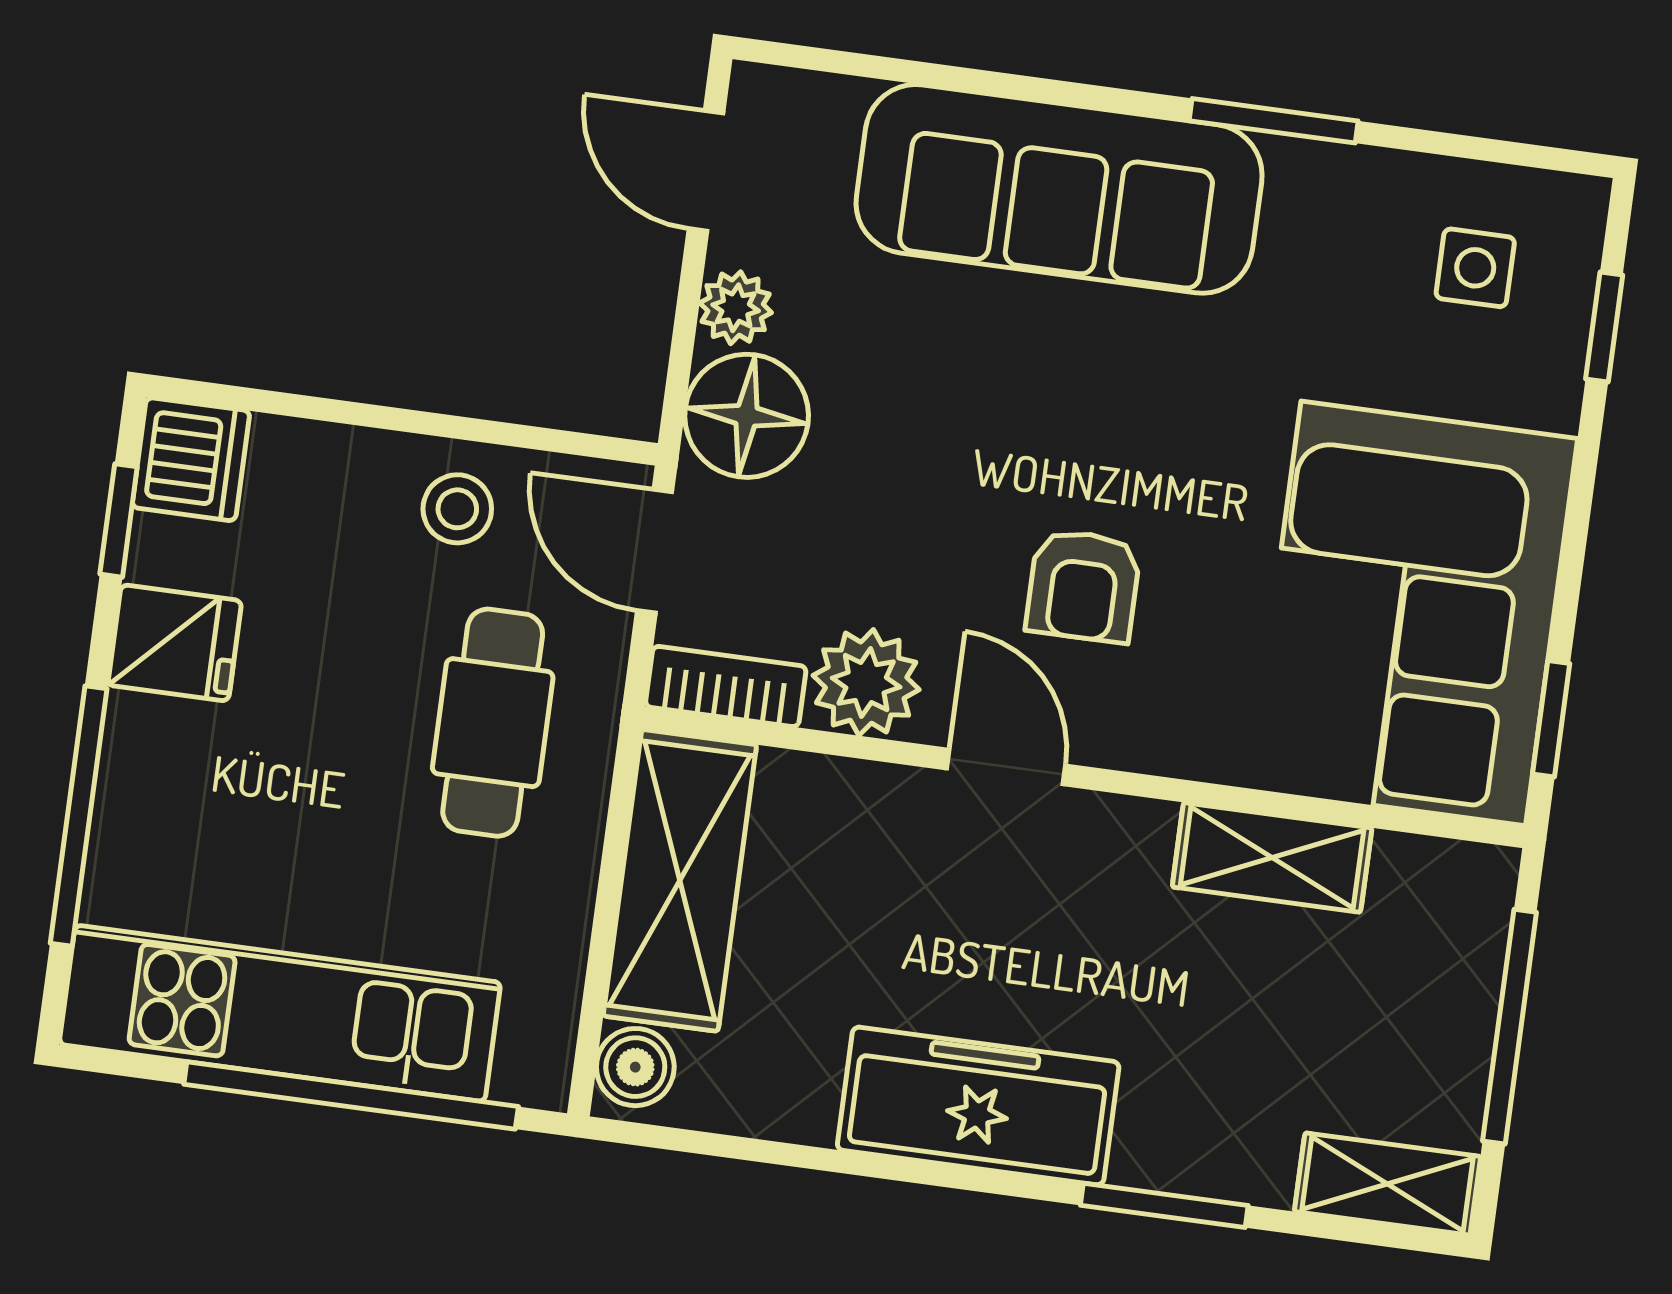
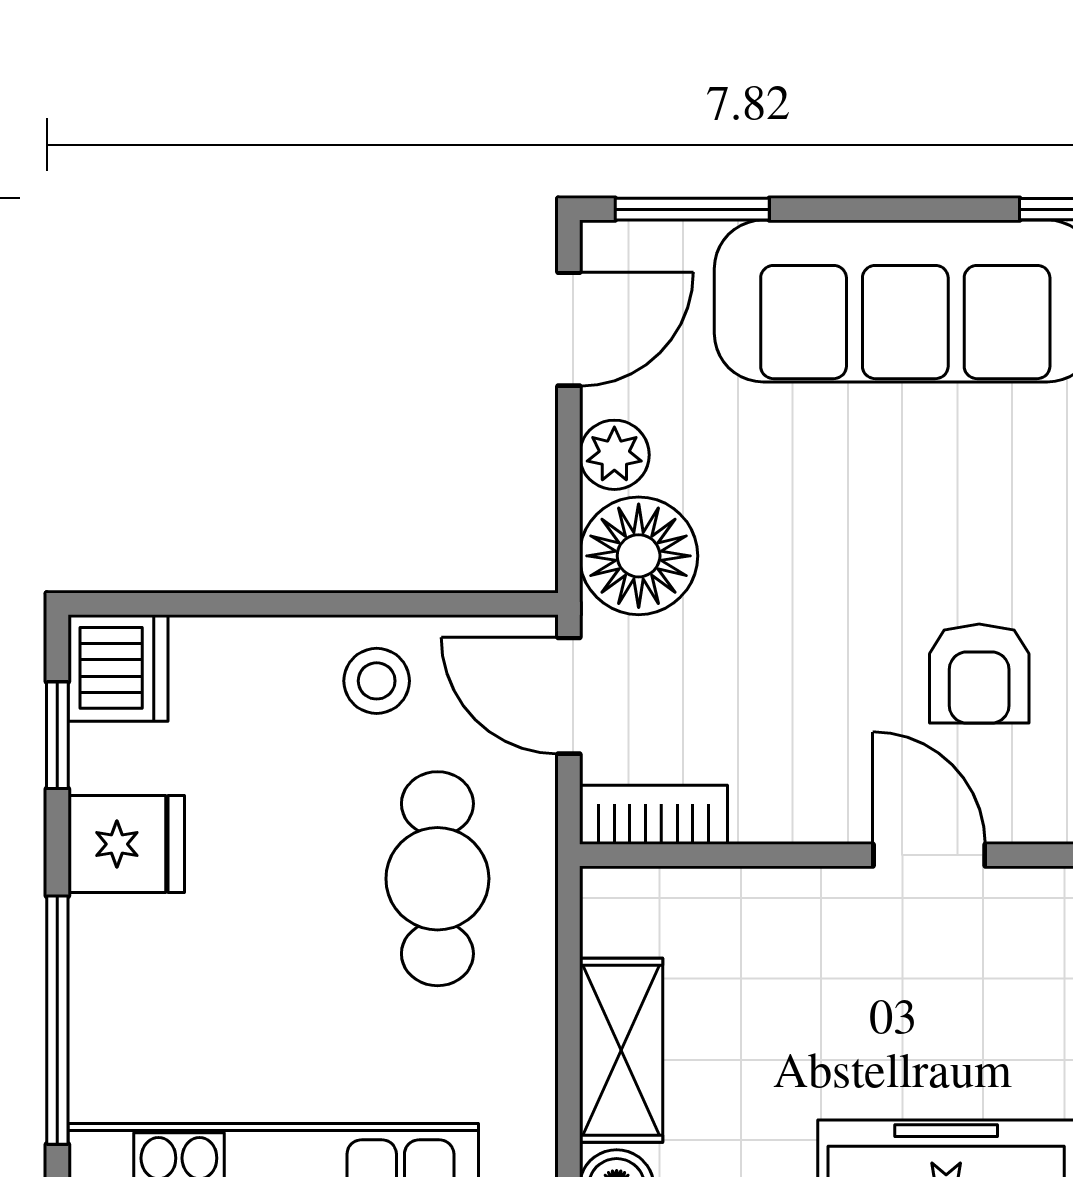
window: (851, 64) -> (692, 209), added
door: (706, 171) -> (569, 329), swing flipped
plant: (866, 683) -> (786, 793), removed
shelving: (680, 880) -> (621, 1050), width x0.67, depth x0.75

